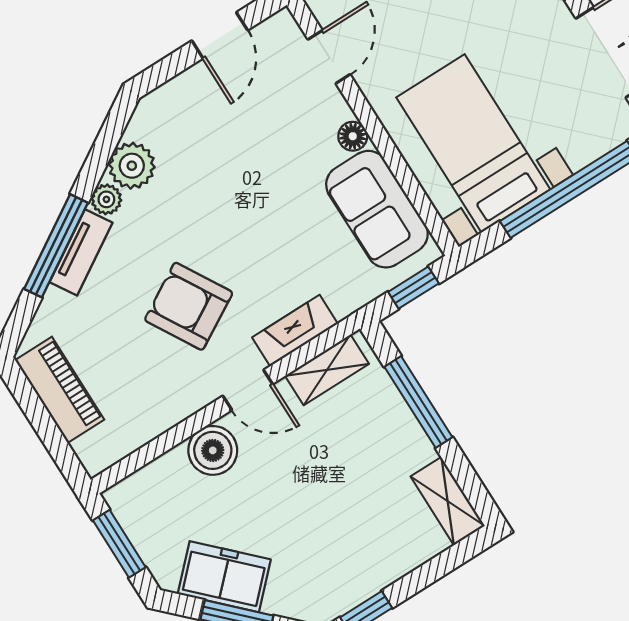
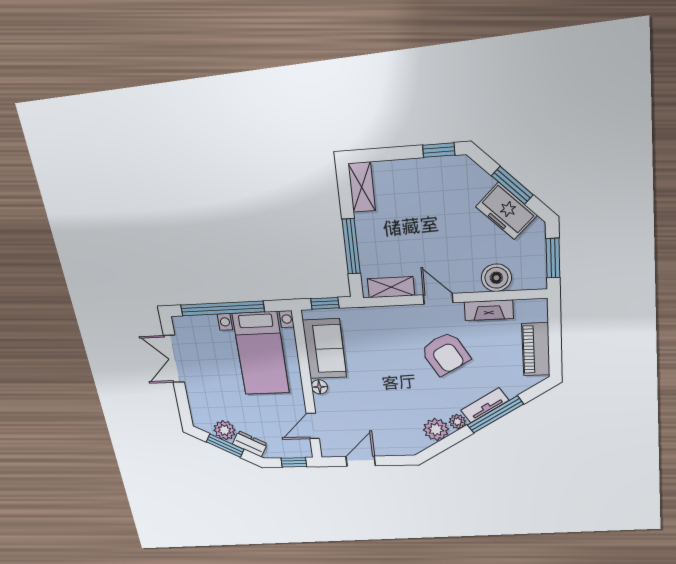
fireplace: (295, 331) -> (489, 310), moved
boiler: (213, 450) -> (496, 278), moved

